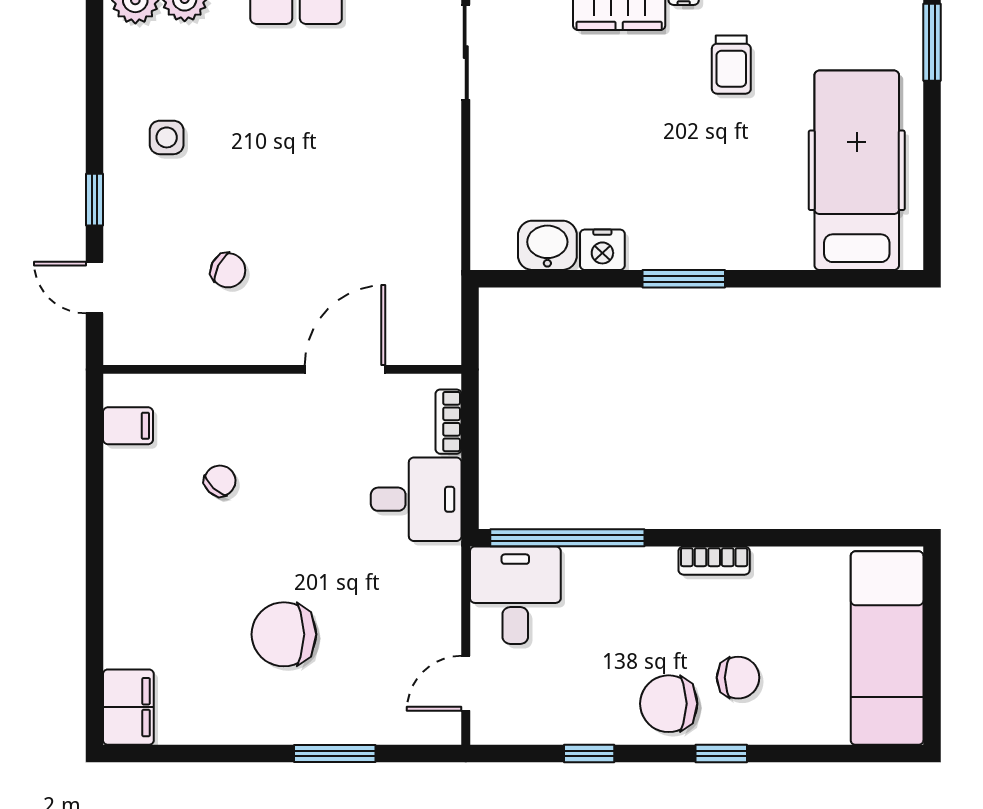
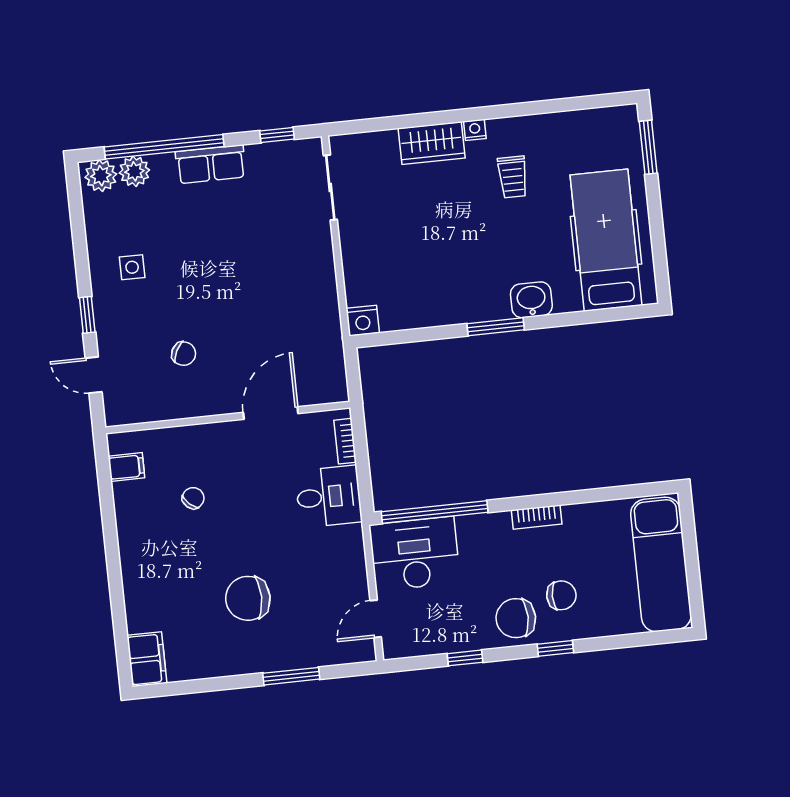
washbasin: (547, 245) -> (531, 300), moved
nightstand: (602, 250) -> (363, 321), moved
desk: (515, 595) -> (415, 554), width x1.37

